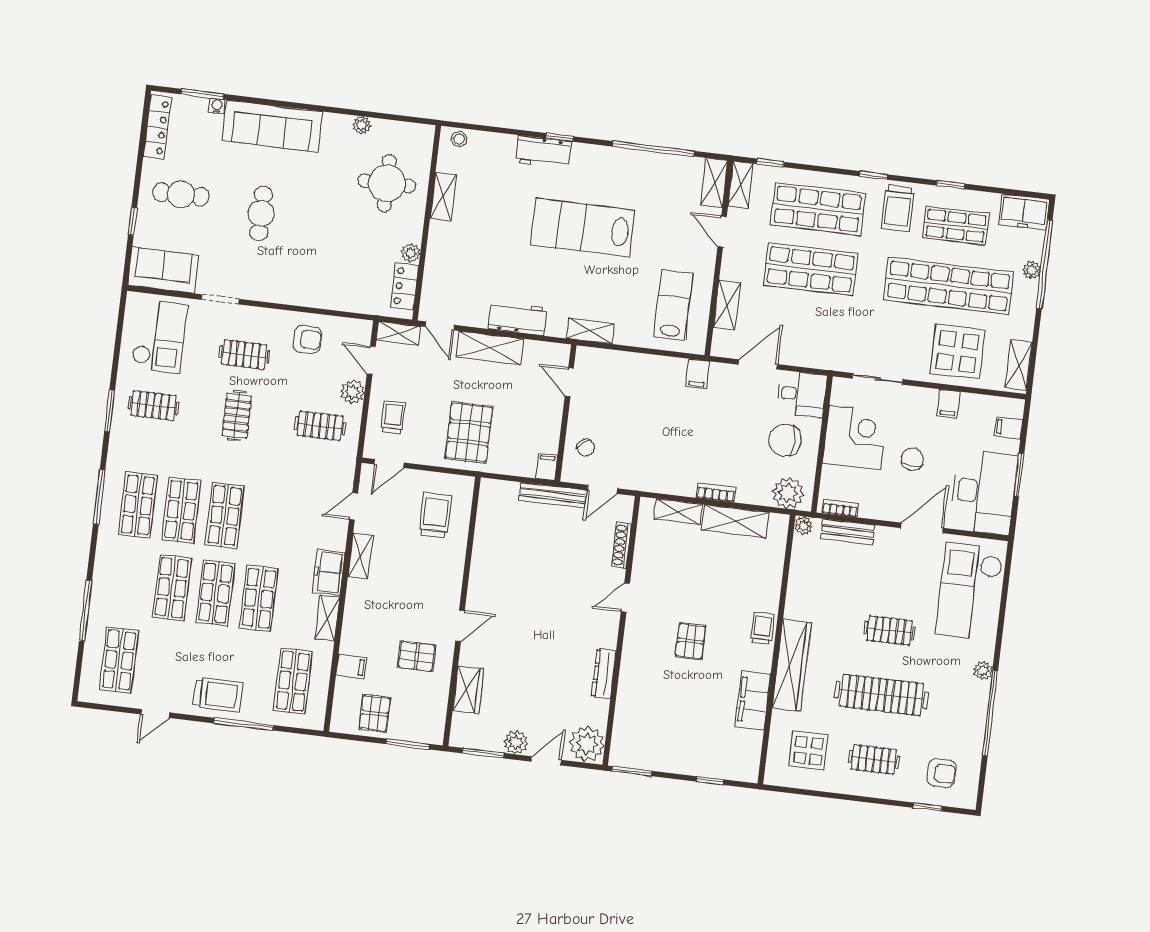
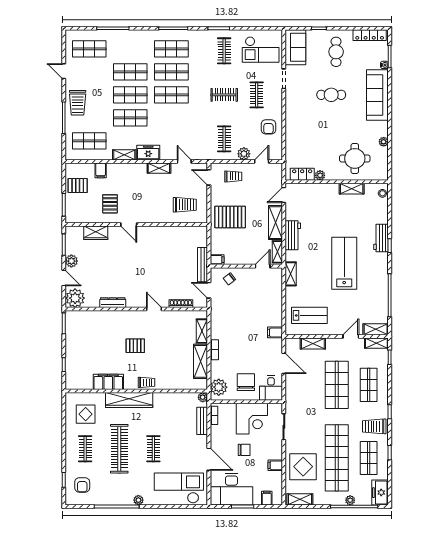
shop shelf: (818, 209) -> (369, 385), width x0.70, depth x0.74
shelving: (399, 333) -> (277, 252), moved

